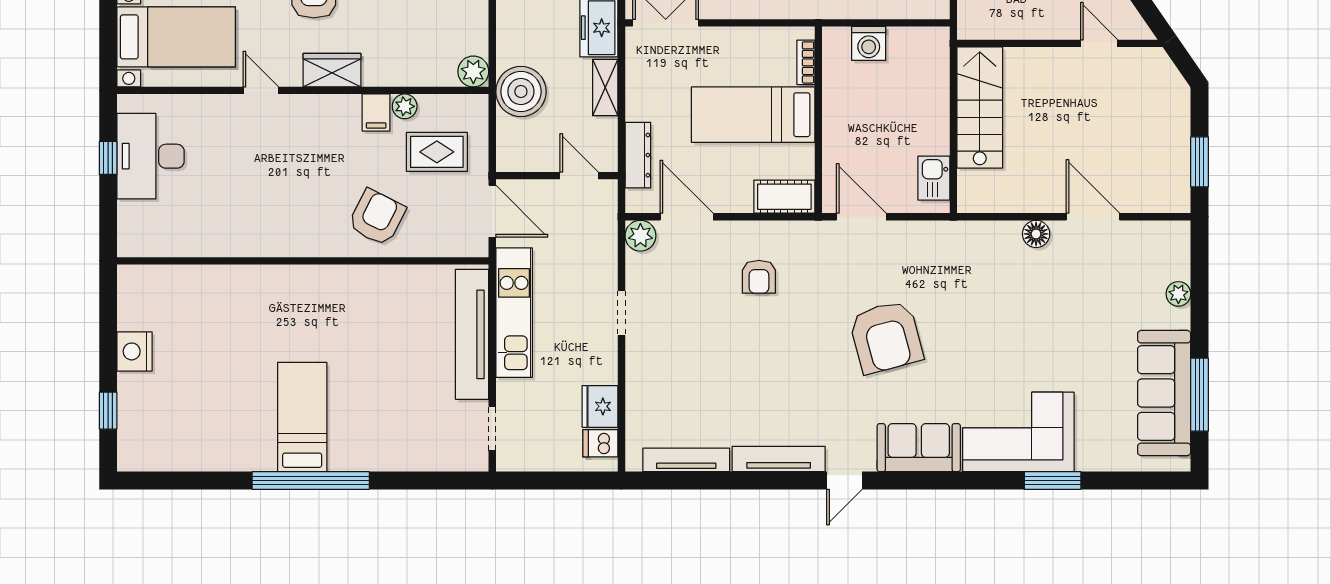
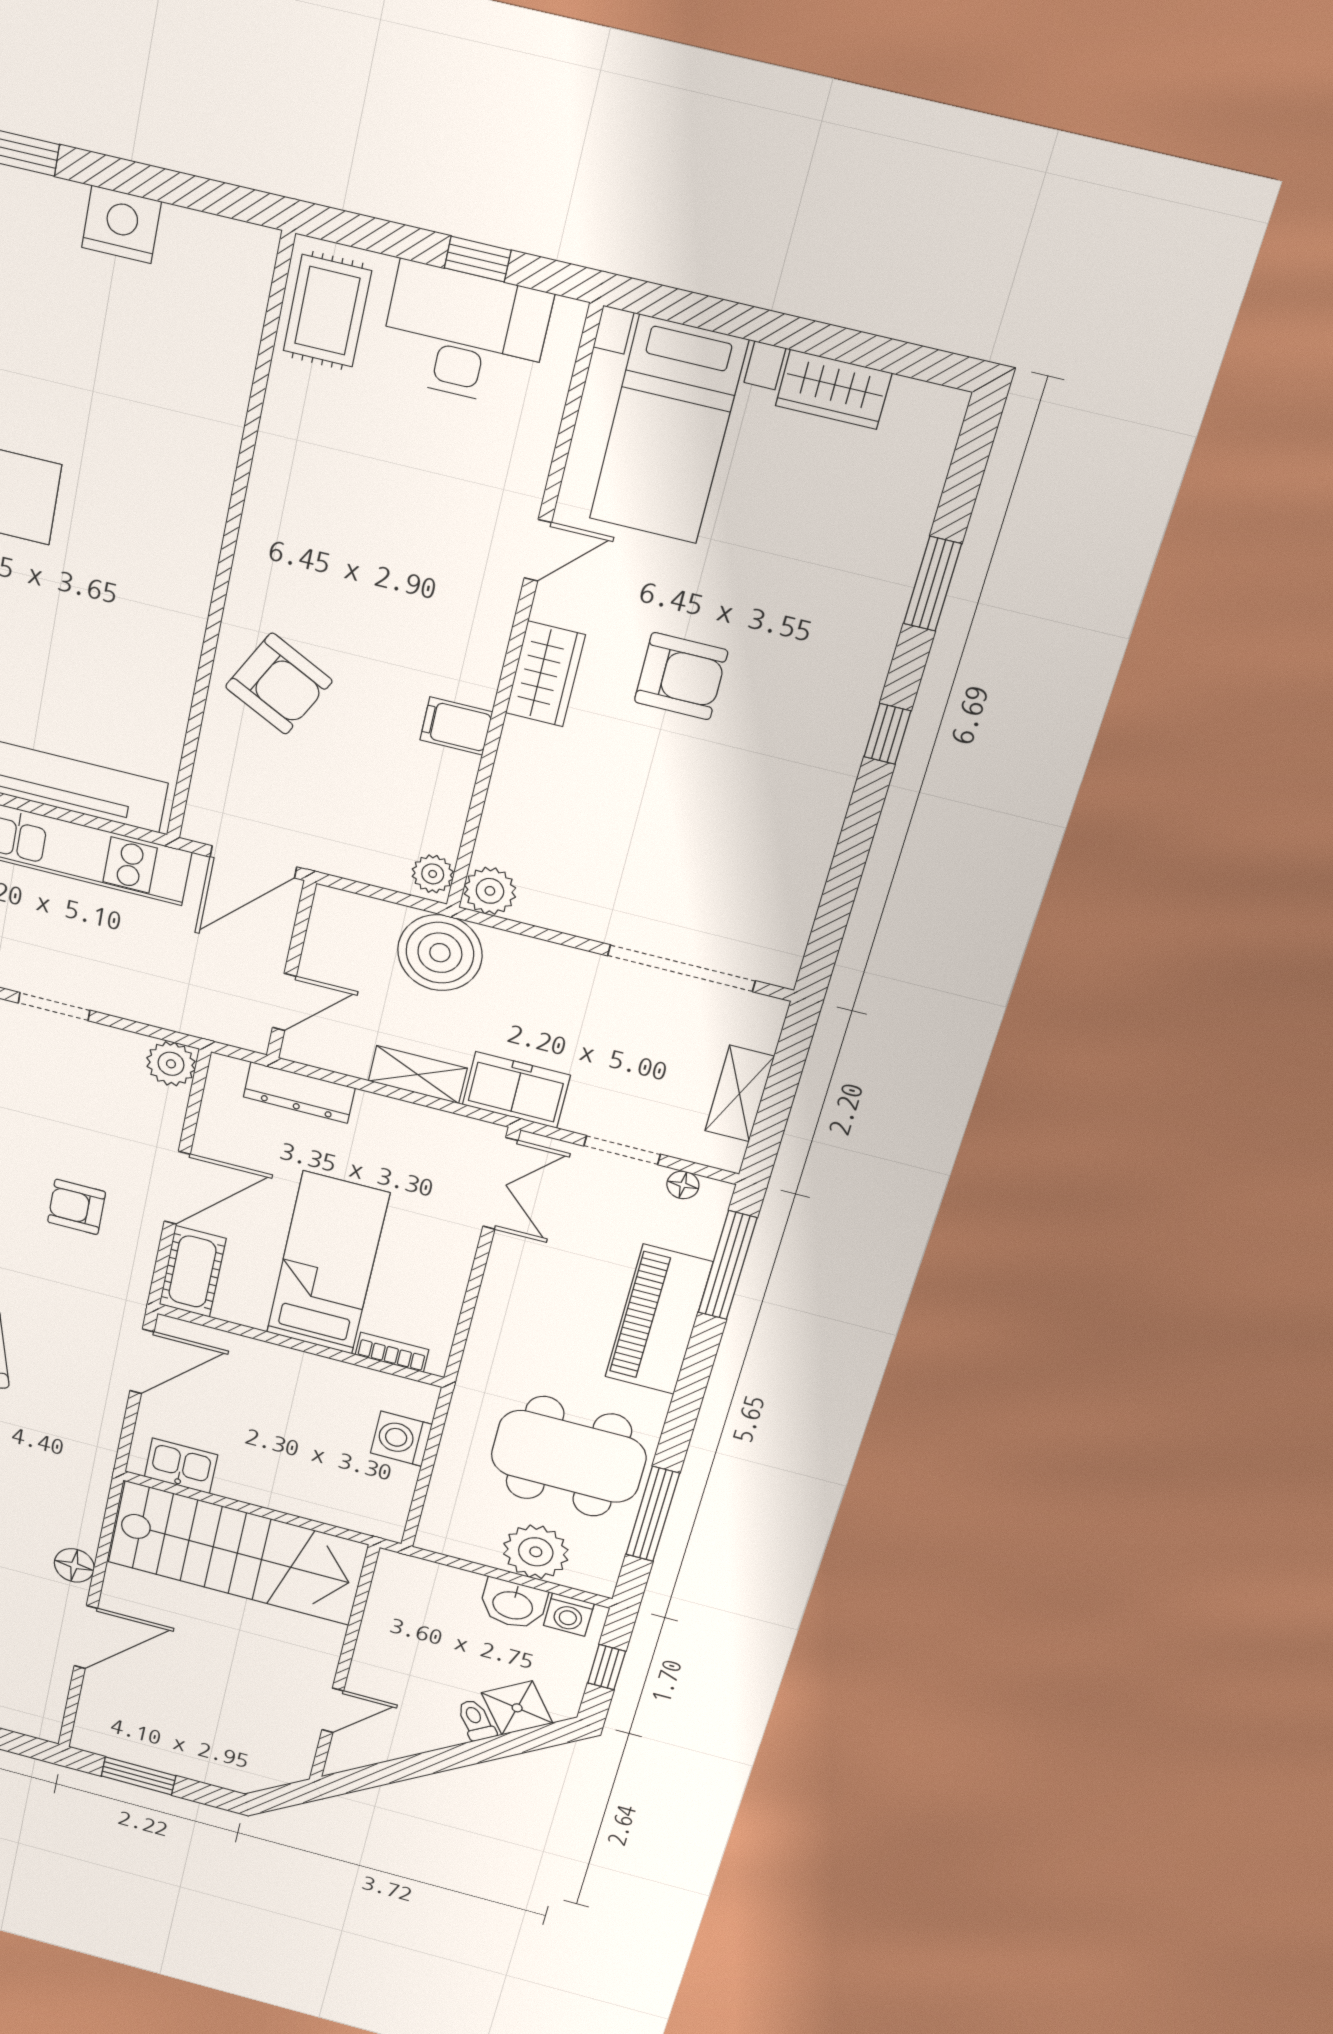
plant: (405, 106) -> (433, 874), moved
stairs: (980, 107) -> (237, 1553), width x1.36, depth x1.51
rug: (437, 152) -> (327, 311), moved
door: (687, 217) -> (177, 1188), moved

